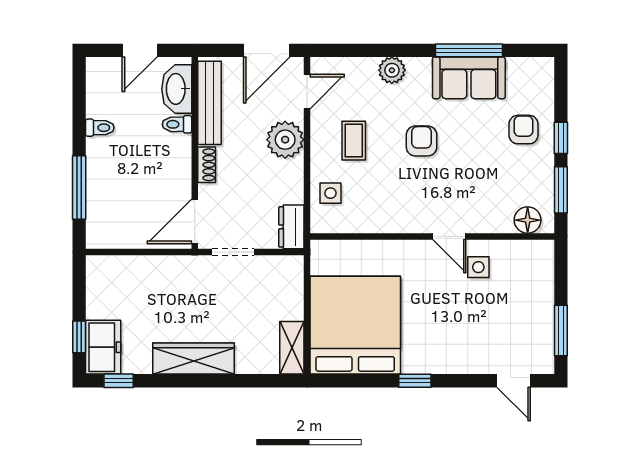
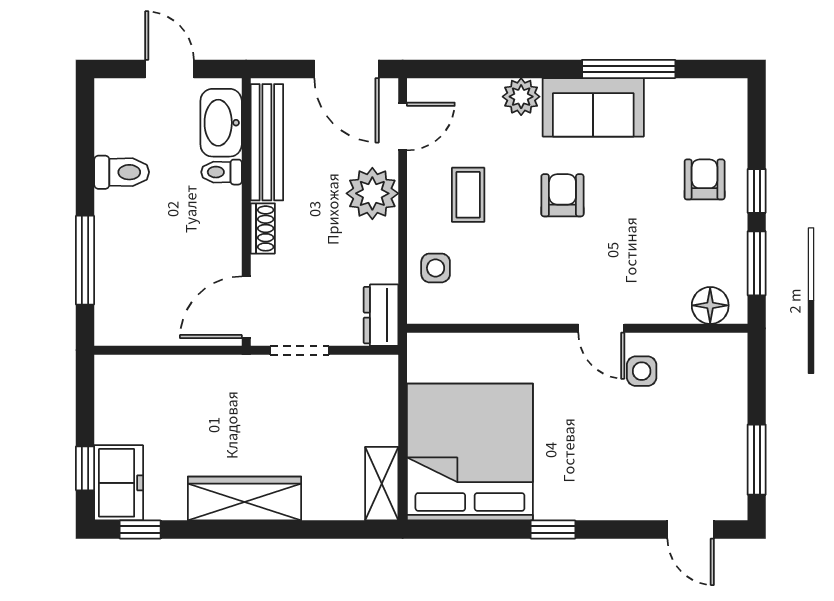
door: (140, 50) -> (170, 69), swing flipped
door: (267, 50) -> (347, 69), hinge flipped
sofa: (469, 78) -> (593, 107), moved
toilet: (100, 128) -> (122, 172), width x1.37, depth x1.39

